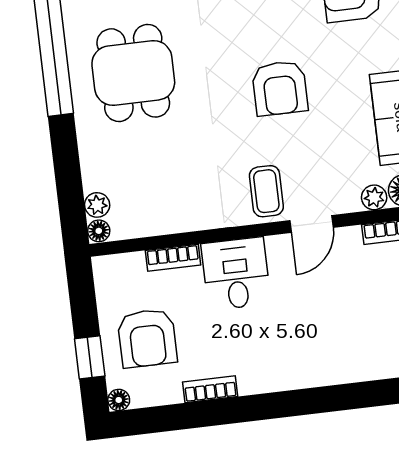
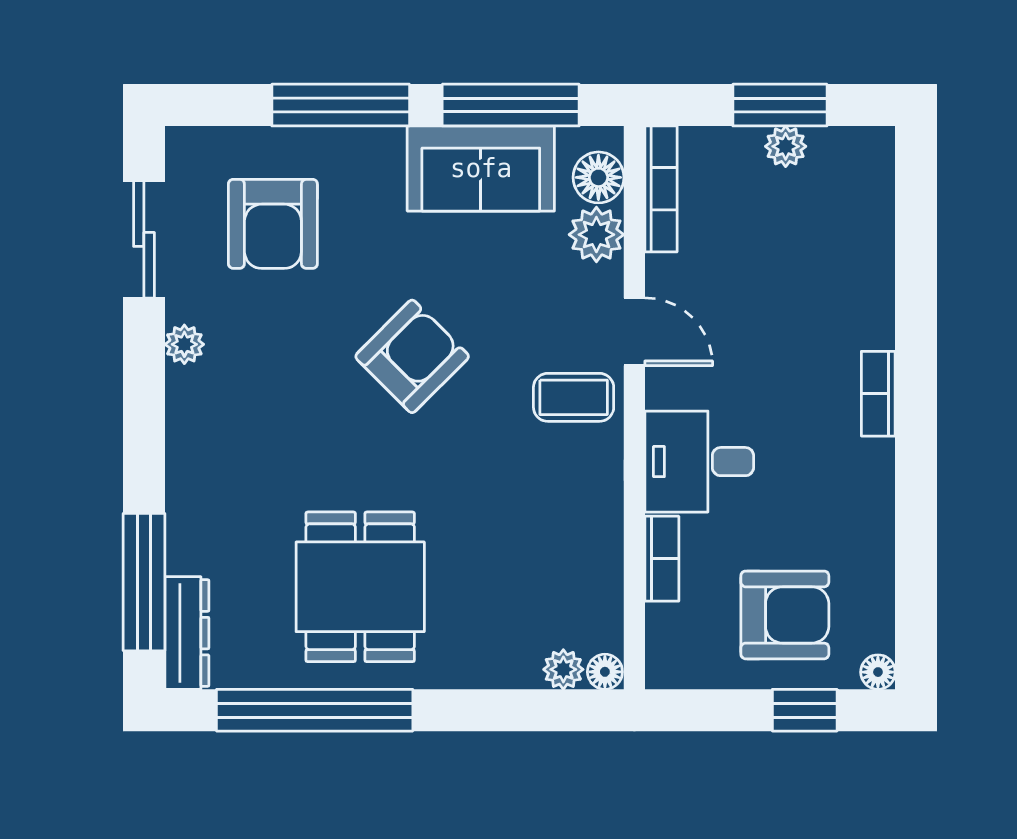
dining table: (133, 73) -> (360, 587), turned 90
armchair: (280, 88) -> (412, 356), turned -45
plant: (374, 197) -> (596, 235), width x1.38, depth x1.38
bookcase: (210, 389) -> (878, 394), moved

